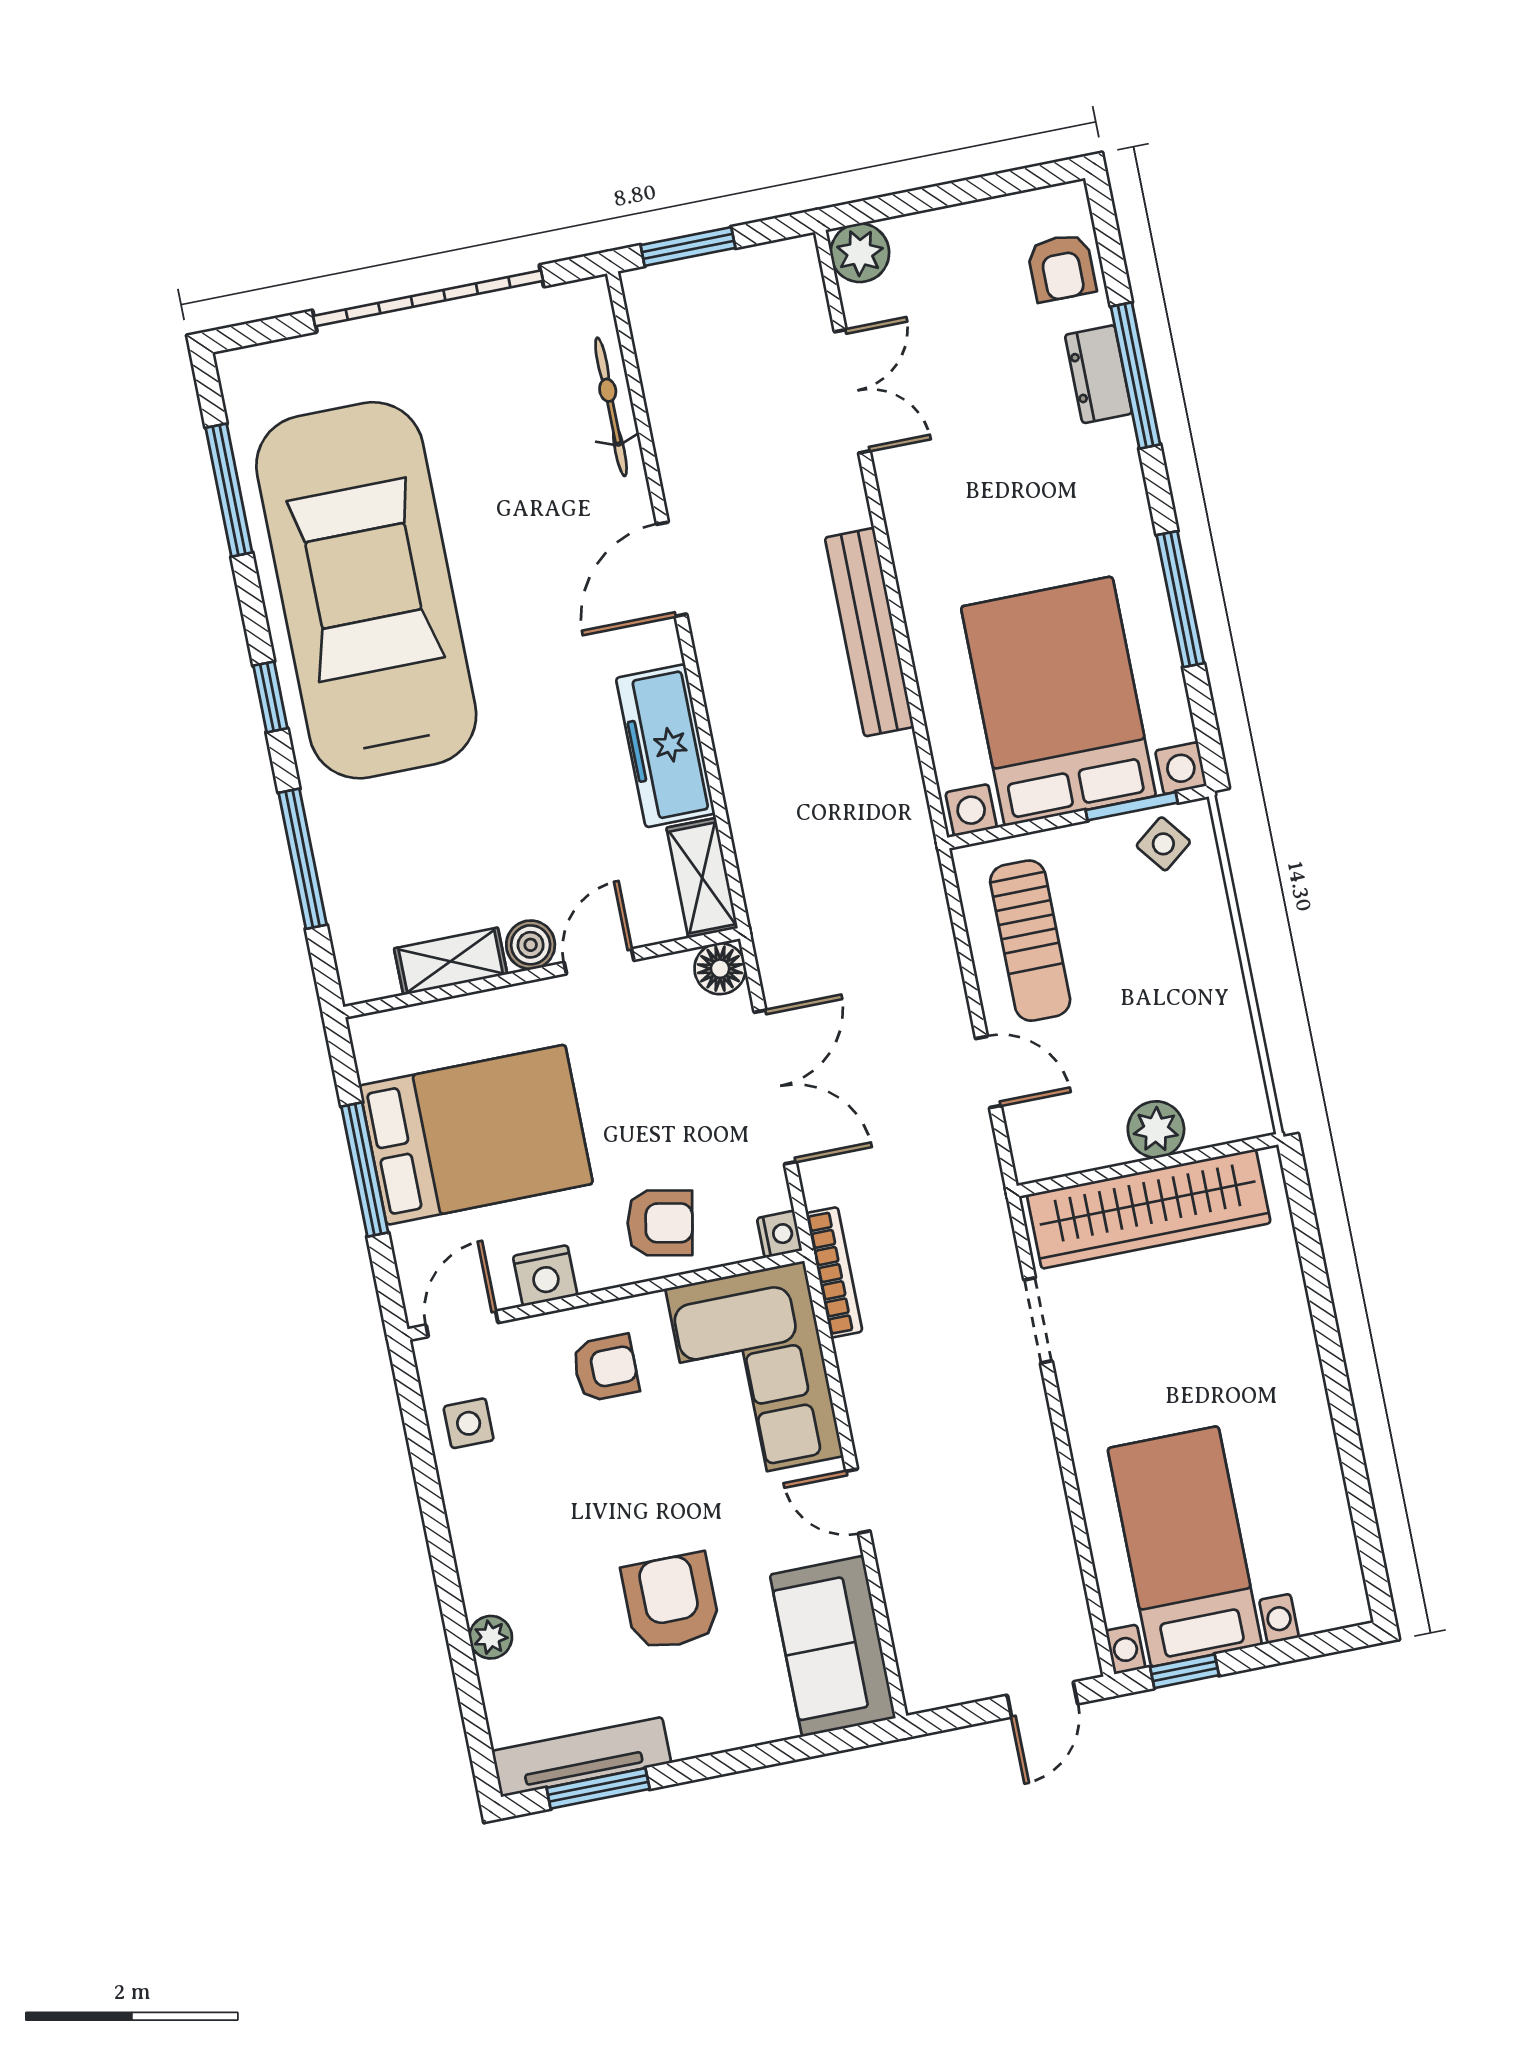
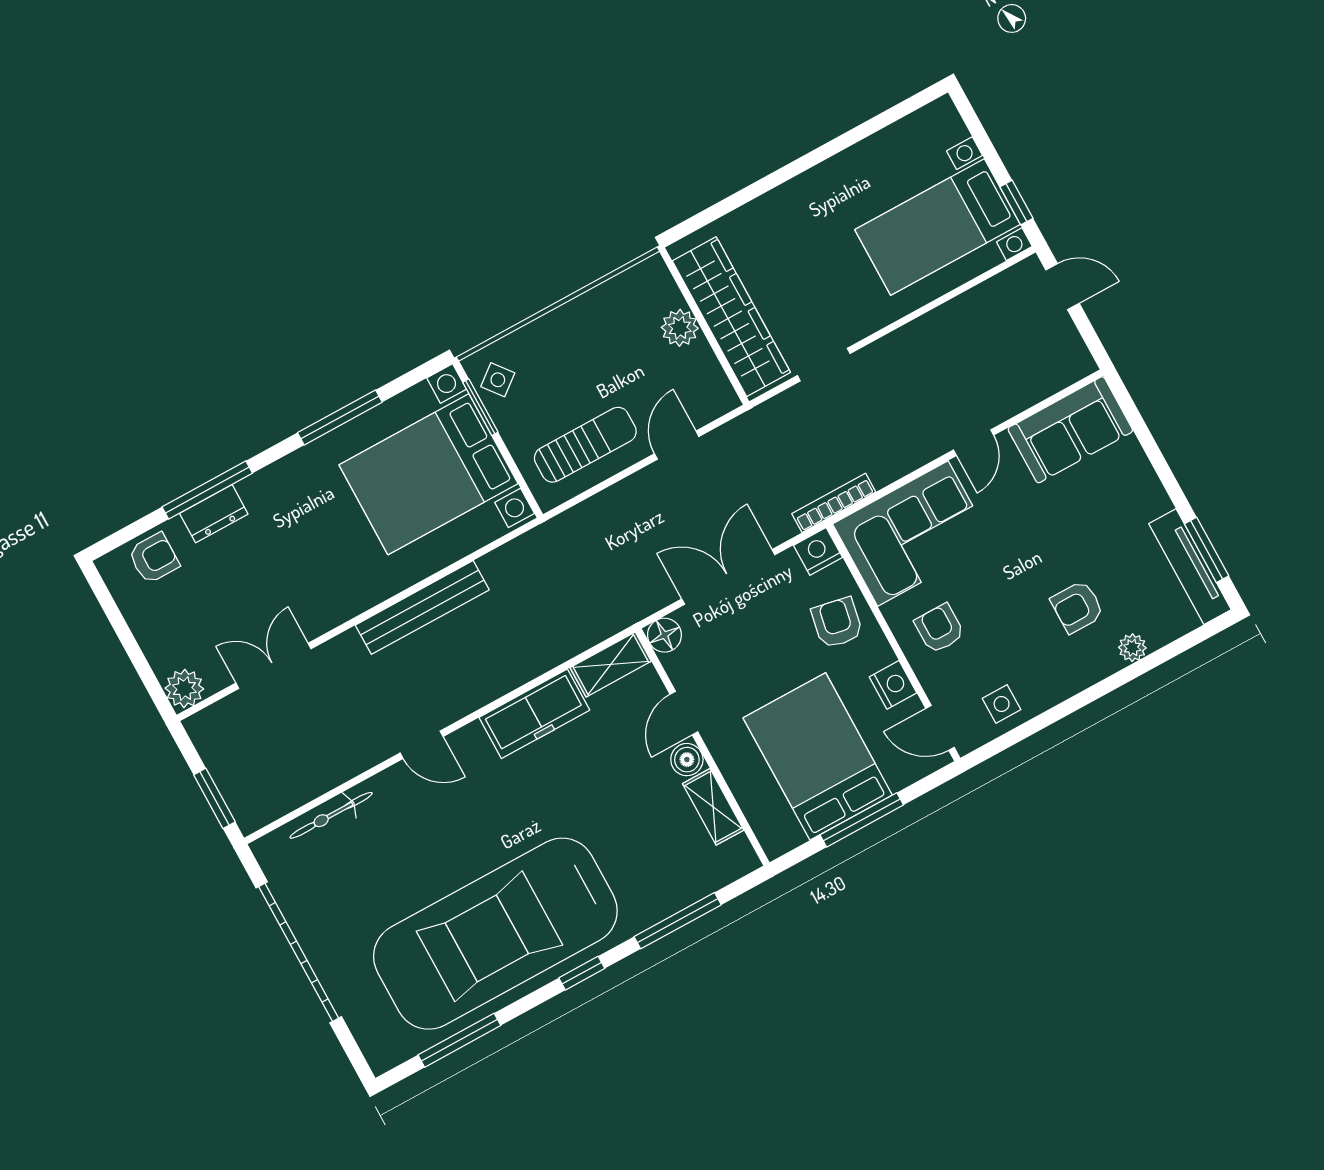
door: (672, 569) -> (422, 745), width x0.73
door: (599, 961) -> (684, 713), hinge flipped
nightstand: (780, 1234) -> (818, 551), width x1.39, depth x1.35
armchair: (671, 1602) -> (1077, 607), moved, width x0.72, depth x0.72

